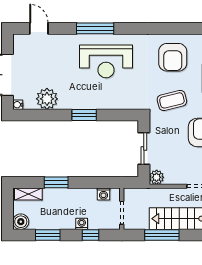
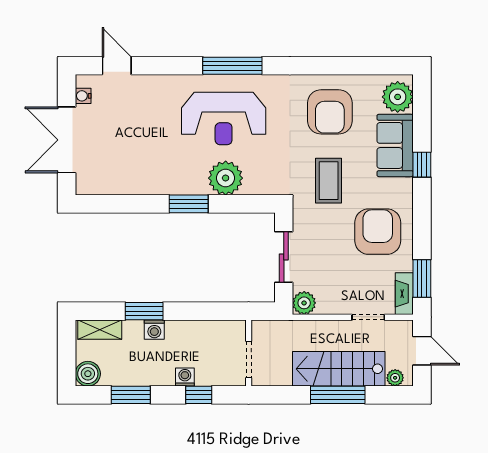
window: (95, 28) -> (232, 66), moved
plant: (47, 99) -> (226, 178), moved
coffee table: (172, 100) -> (329, 181), turned -76
water cooler: (18, 105) -> (83, 96), moved
washing machine: (103, 194) -> (154, 330), moved
window: (162, 235) -> (338, 395), moved

